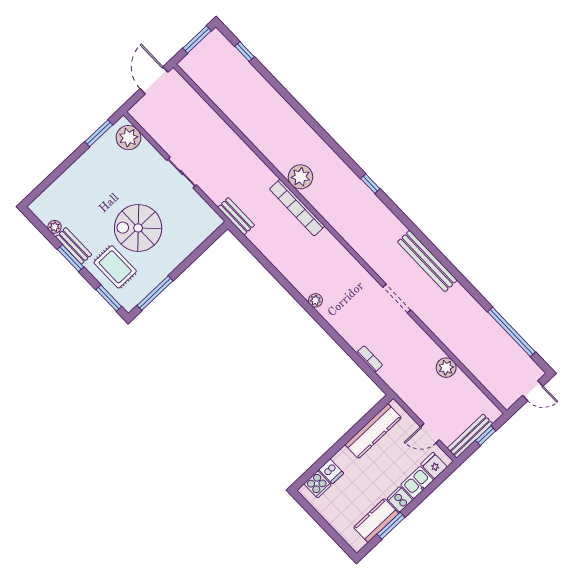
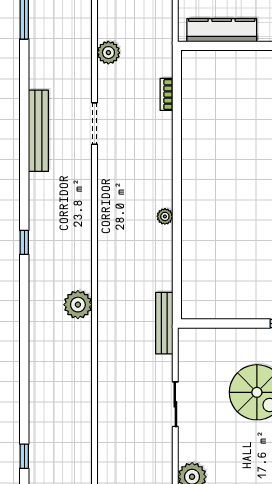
bookcase: (297, 208) -> (106, 281), removed
bench: (236, 216) -> (164, 323), width x1.36
plant: (315, 300) -> (165, 216), moved
plant: (446, 368) -> (108, 53), moved

